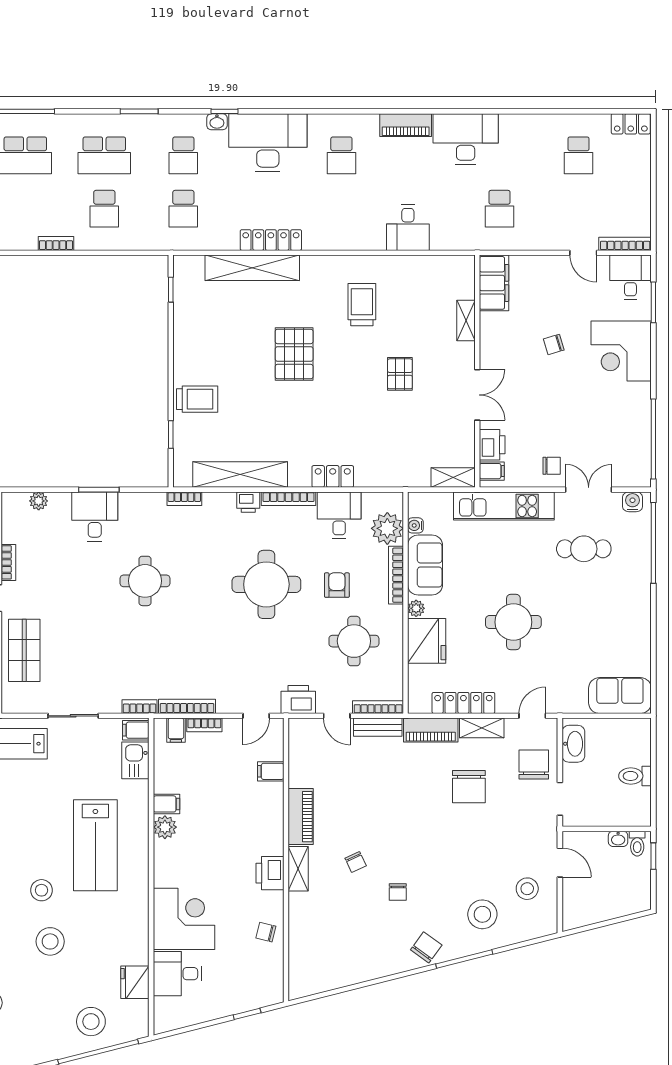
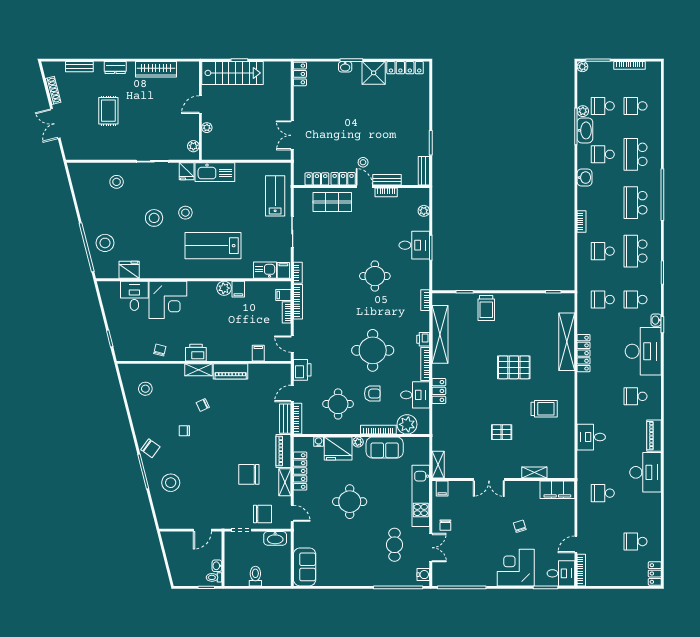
printer: (492, 445) -> (458, 489), removed
water cooler: (415, 525) -> (319, 442), moved
stool: (527, 889) -> (145, 389), moved

